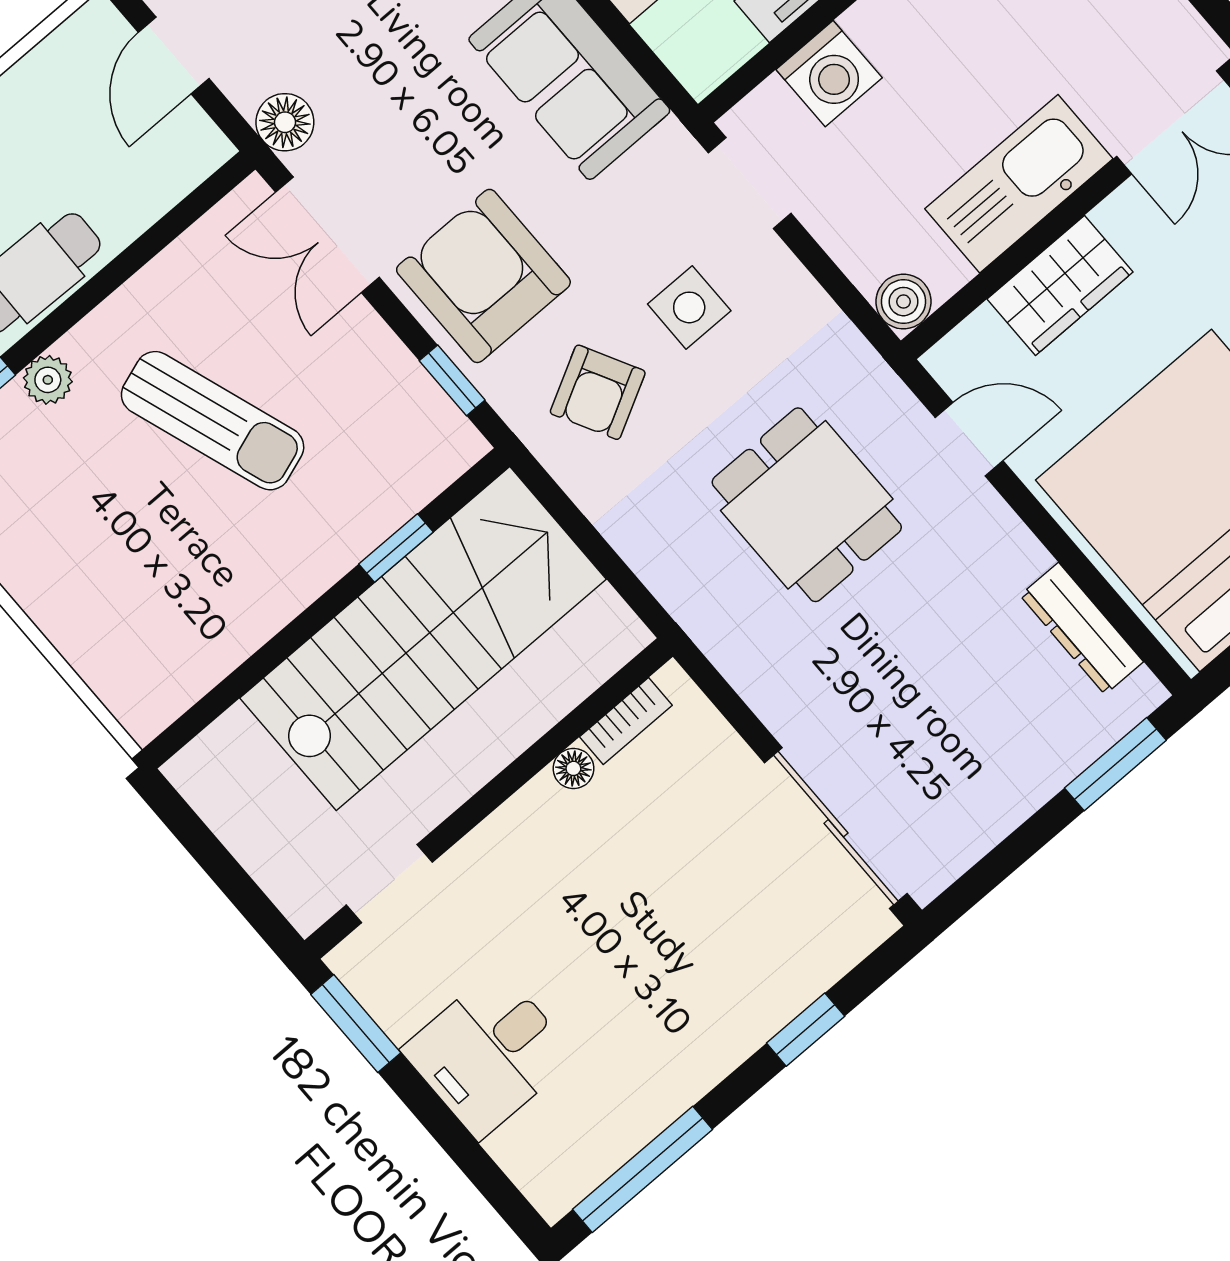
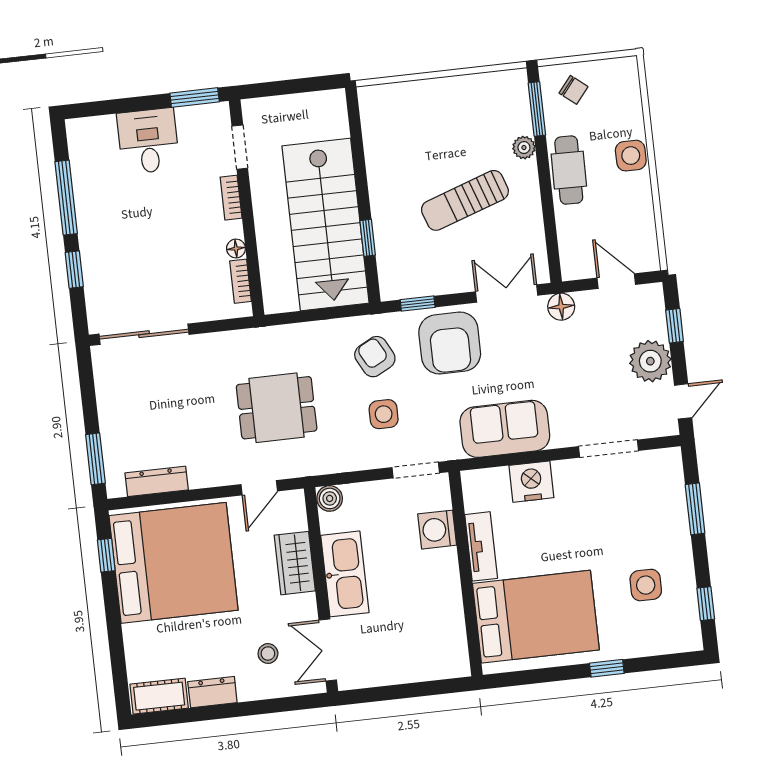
armchair: (483, 276) -> (450, 343), turned 90
bookcase: (489, 838) -> (231, 198), added
window: (643, 1169) -> (66, 198), moved

